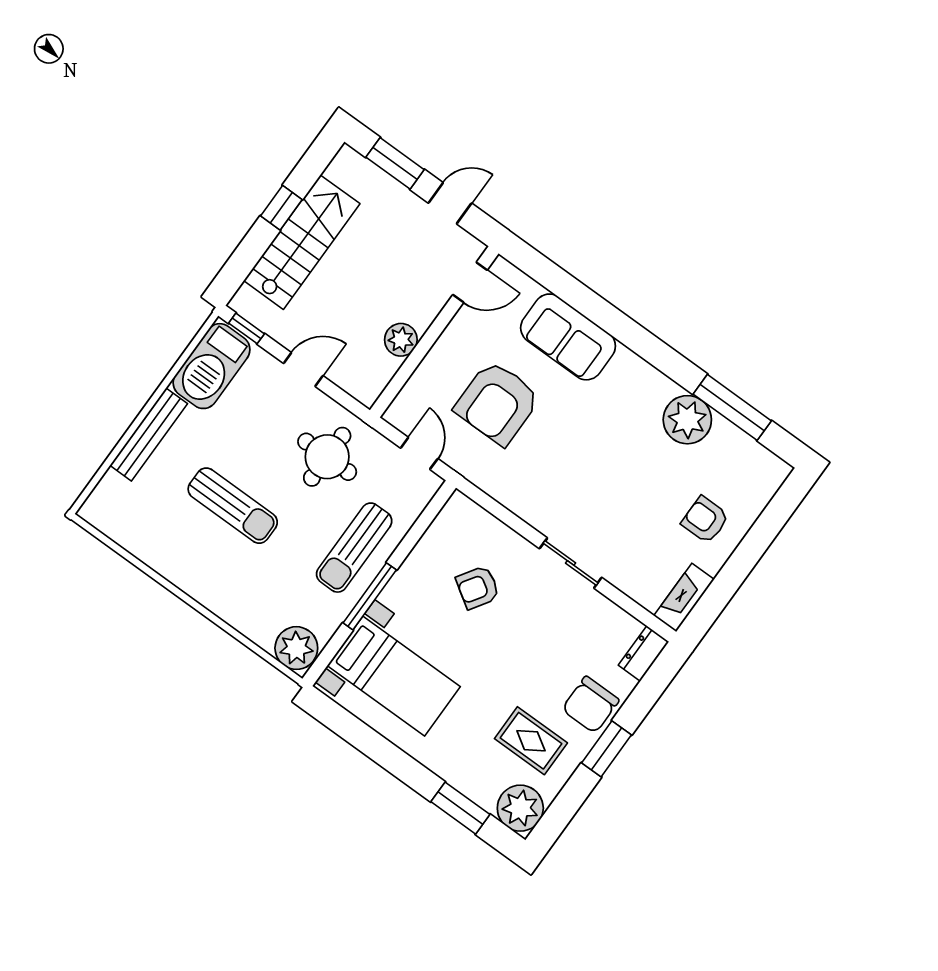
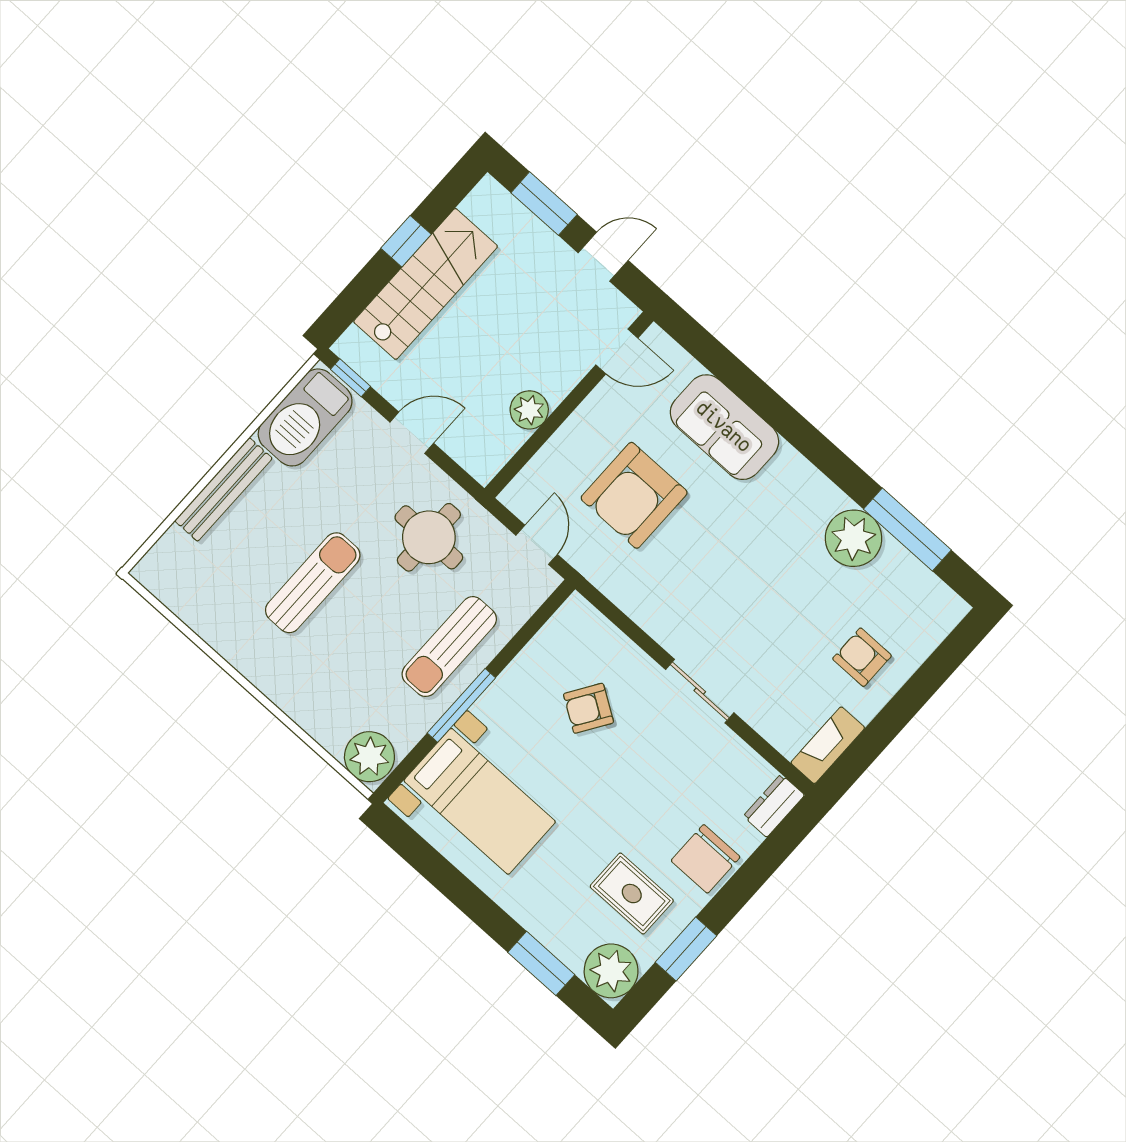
sun lounger: (233, 506) -> (313, 583), turned -90
window: (607, 749) -> (686, 949), moved

